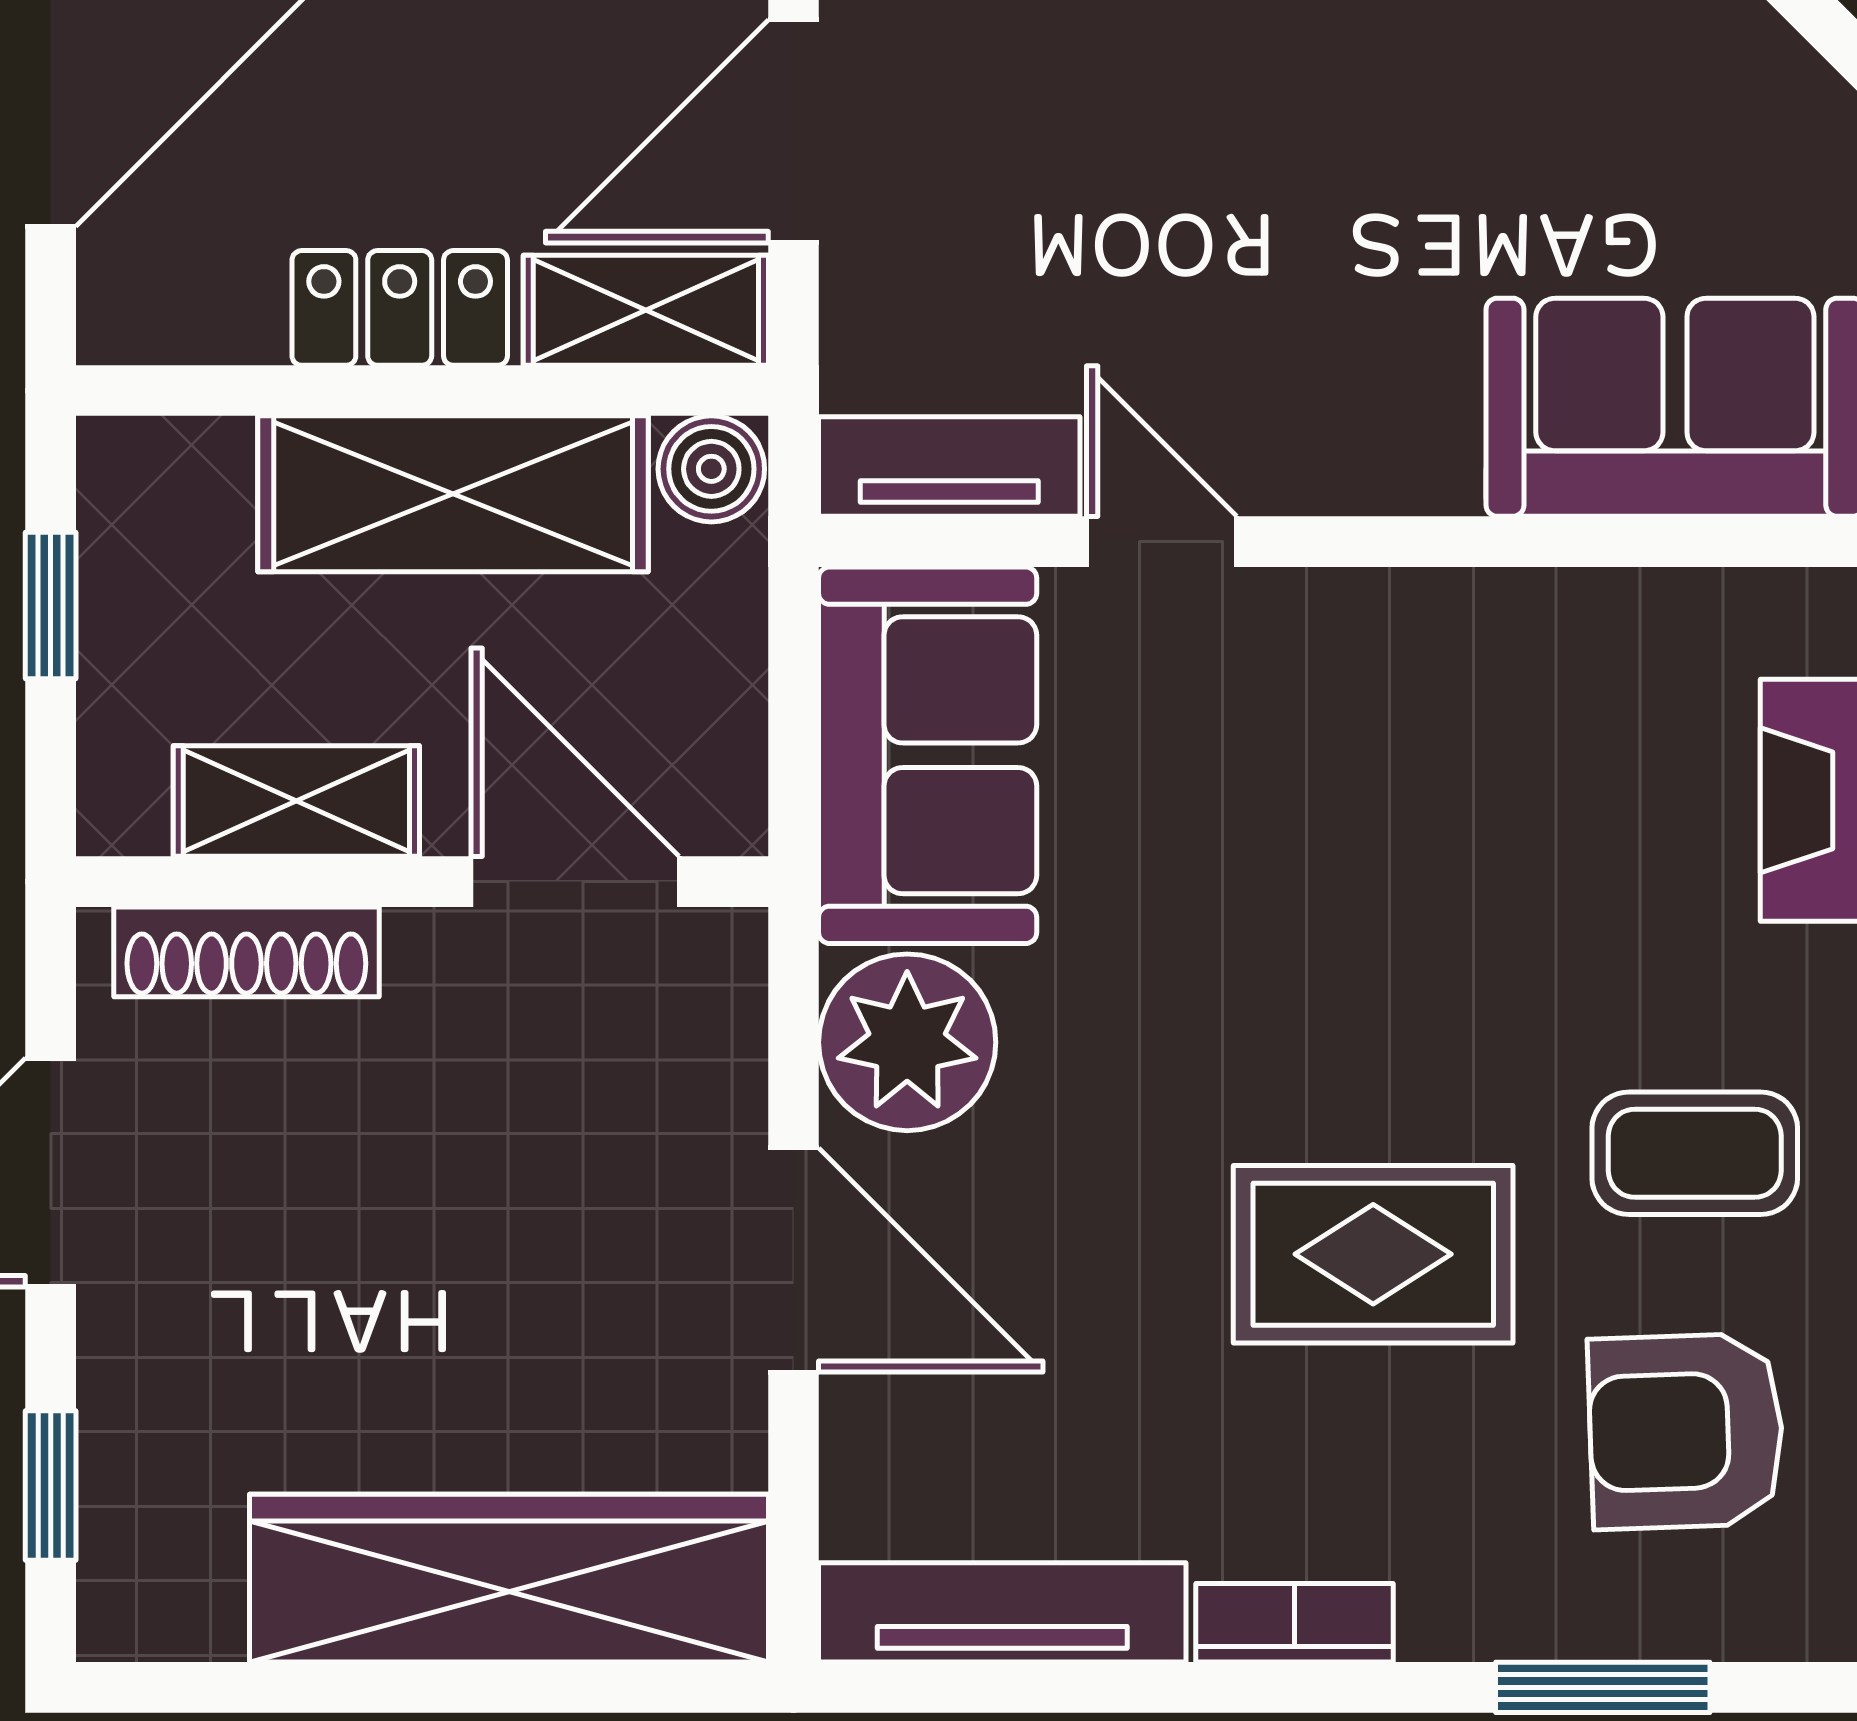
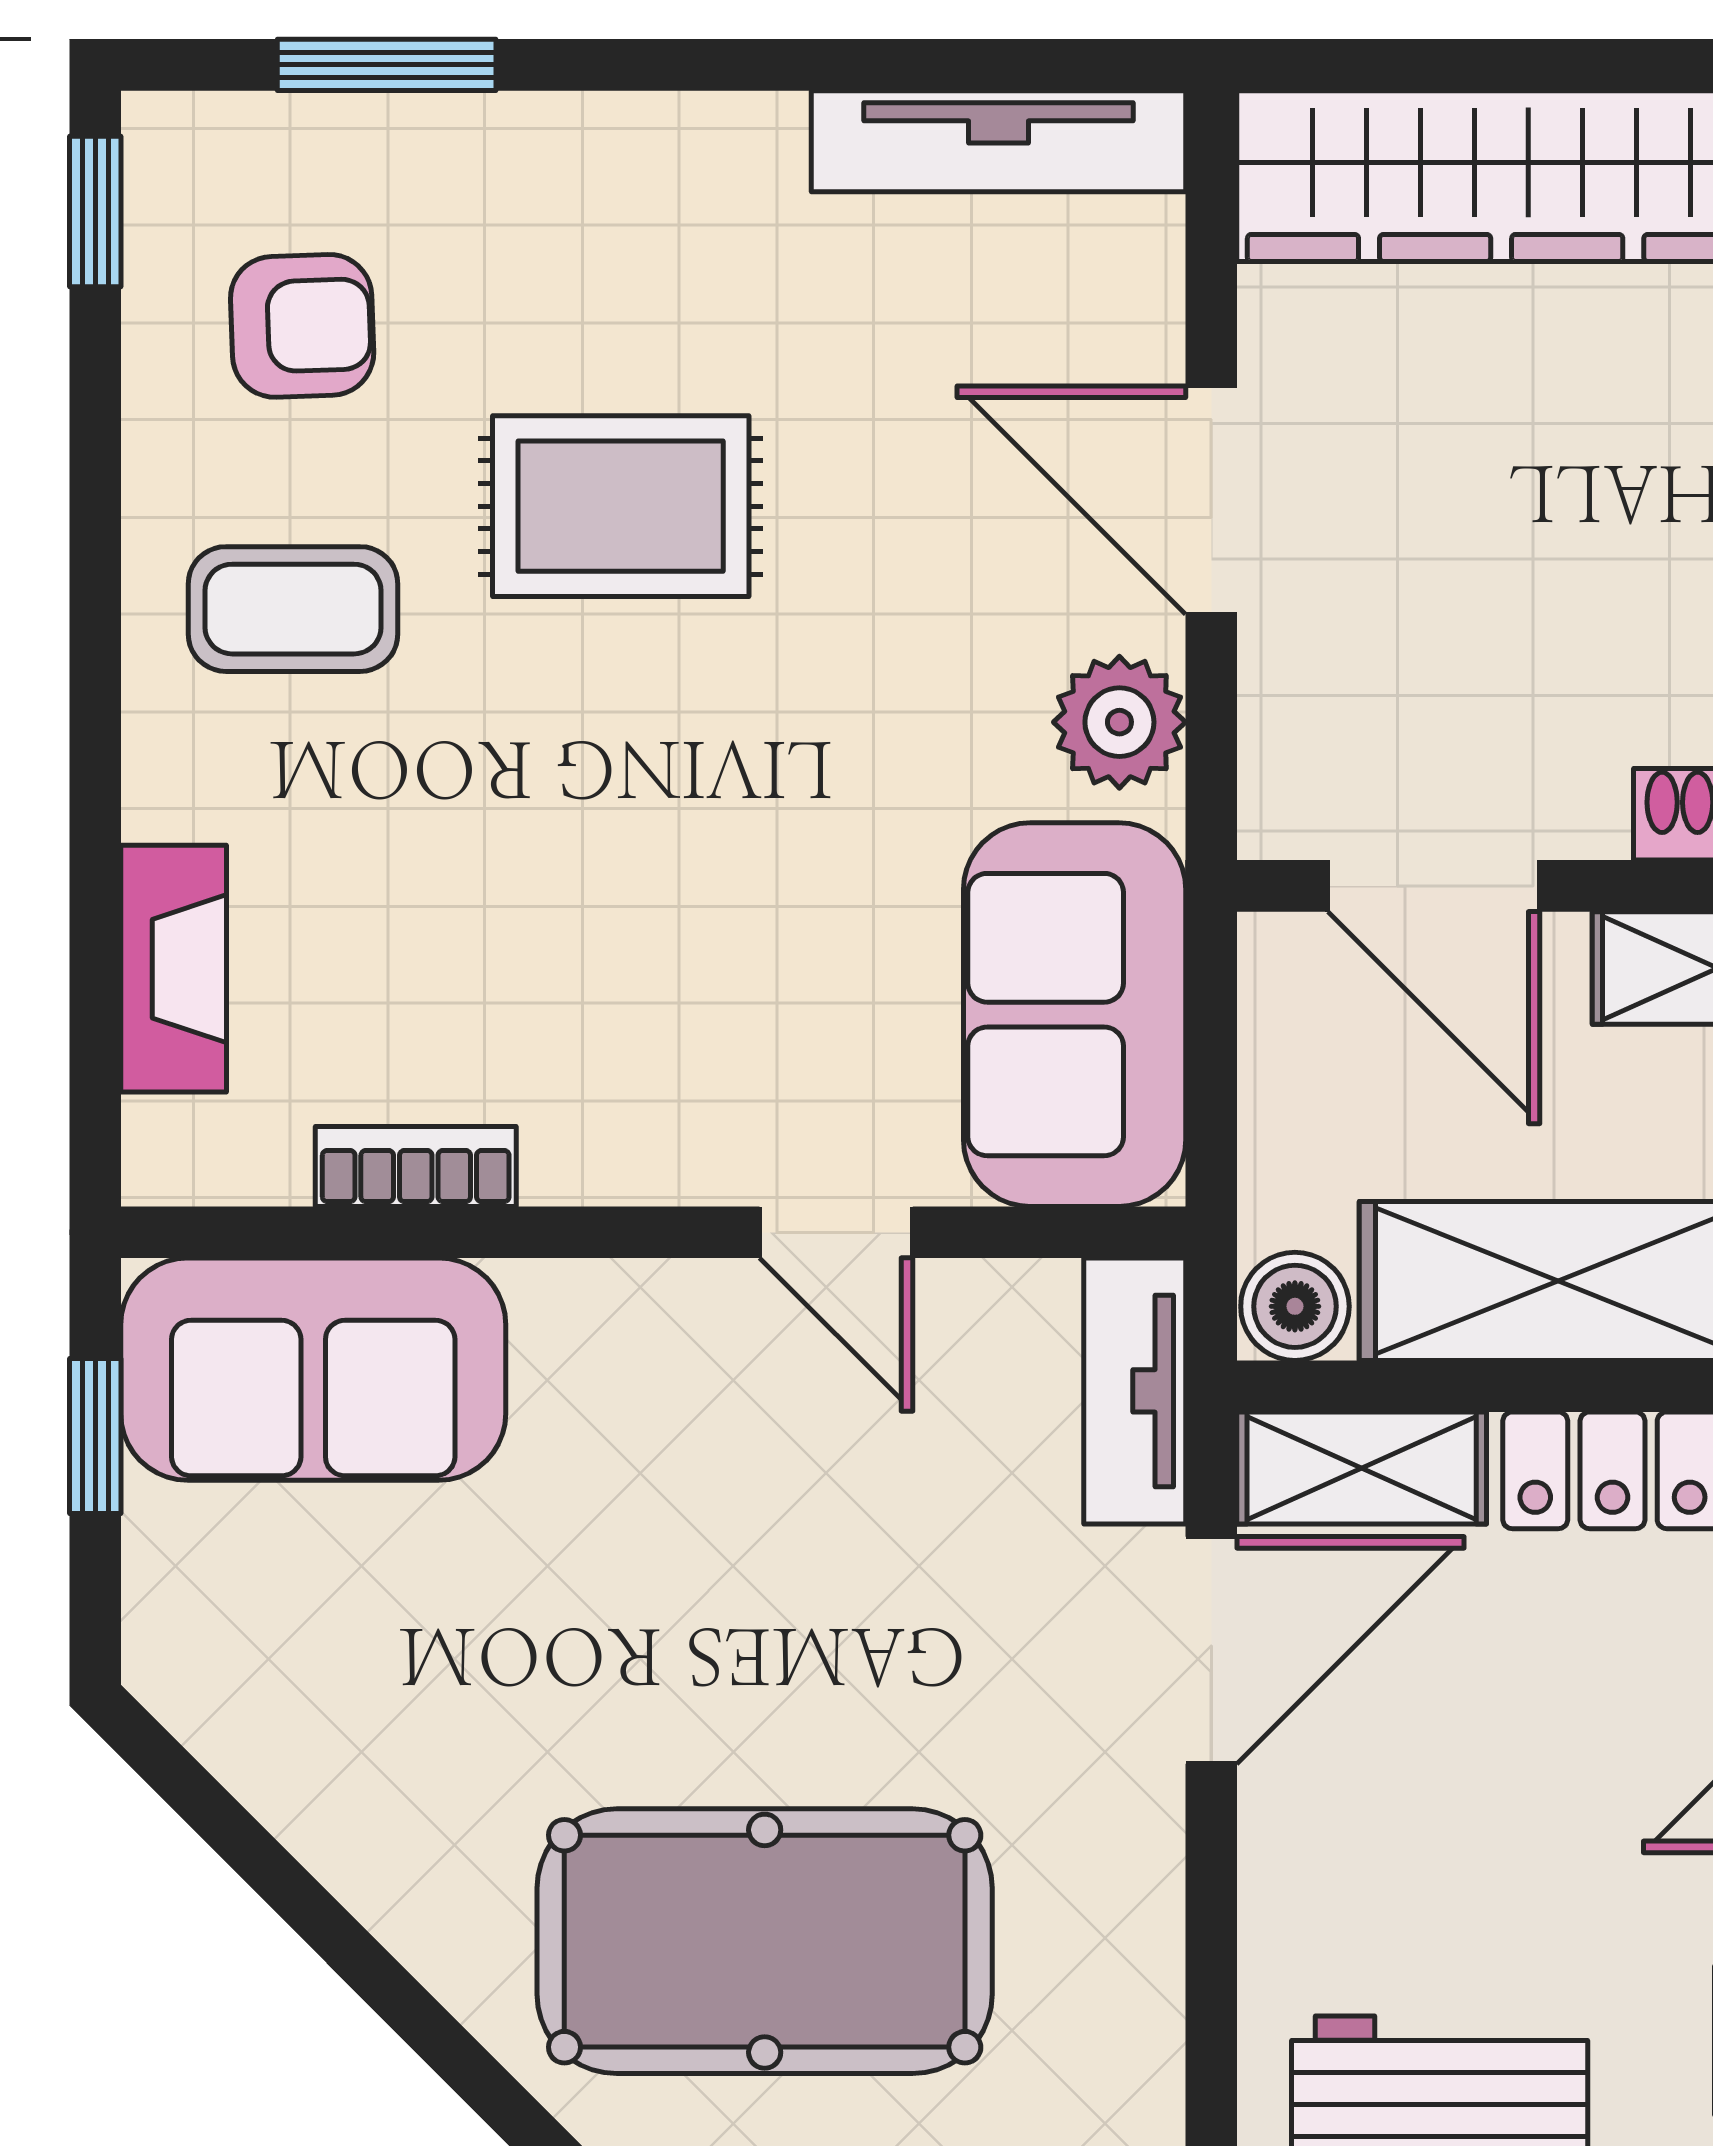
tv unit: (949, 467) -> (1135, 1391), moved, turned 90
plant: (907, 1042) -> (1119, 722), width x0.73, depth x0.73
armchair: (1686, 1431) -> (302, 326), width x0.72, depth x0.72
bookcase: (1294, 1623) -> (416, 1166), moved, turned 180

